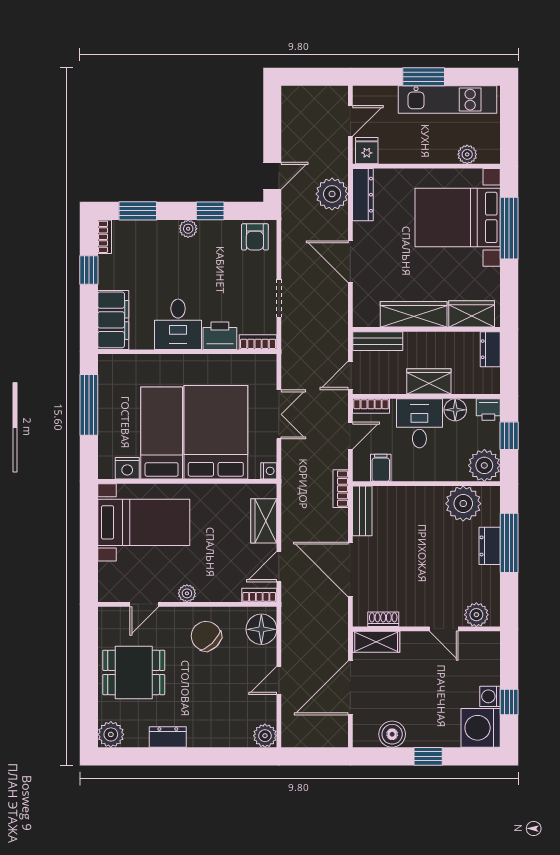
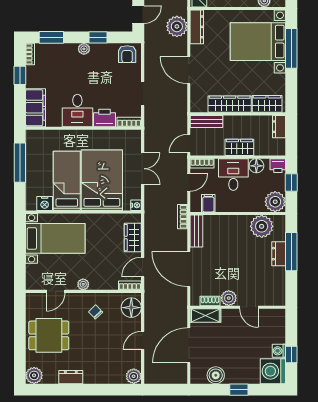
plant: (476, 615) -> (229, 298), moved
chair: (206, 636) -> (96, 312), width x0.54, depth x0.54

